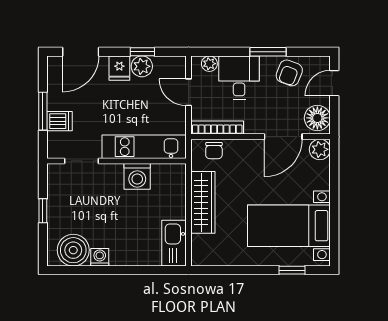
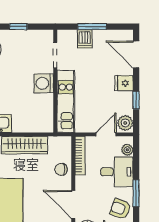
plant: (142, 66) -> (125, 123), moved
chair: (214, 151) -> (61, 169), moved
washing machine: (137, 176) -> (44, 83), moved

